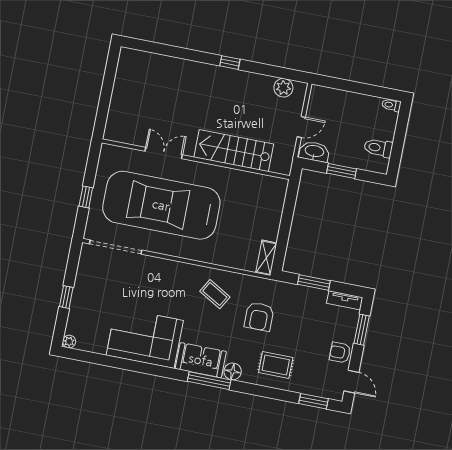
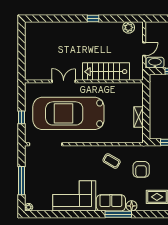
shelving: (266, 258) -> (138, 117), moved
window: (66, 297) -> (22, 181), width x2.17

